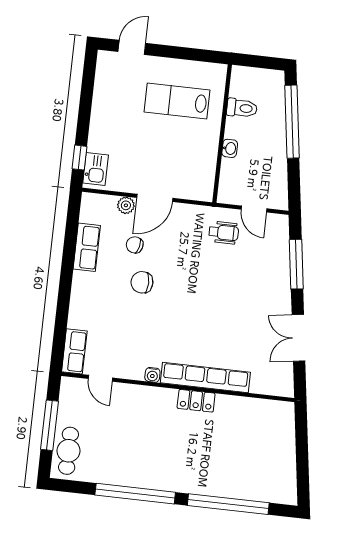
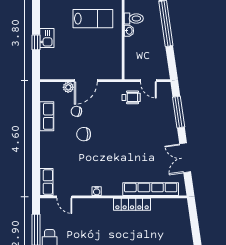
lab bench: (177, 101) -> (93, 19), turned 180
washbasin: (230, 148) -> (129, 31), moved
window: (80, 158) -> (36, 42), moved
kitchen sink: (96, 169) -> (47, 38), moved
row of seats: (205, 378) -> (151, 189), moved
locker: (196, 401) -> (132, 204), width x1.53

